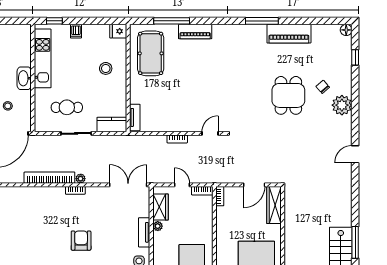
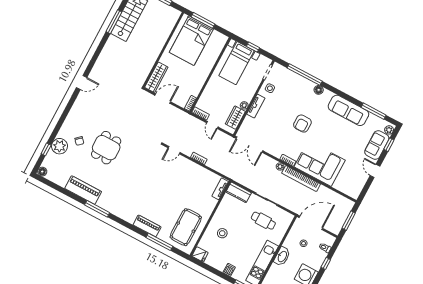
plant: (342, 105) -> (60, 146), moved
corner sofa: (38, 206) -> (320, 164), added

